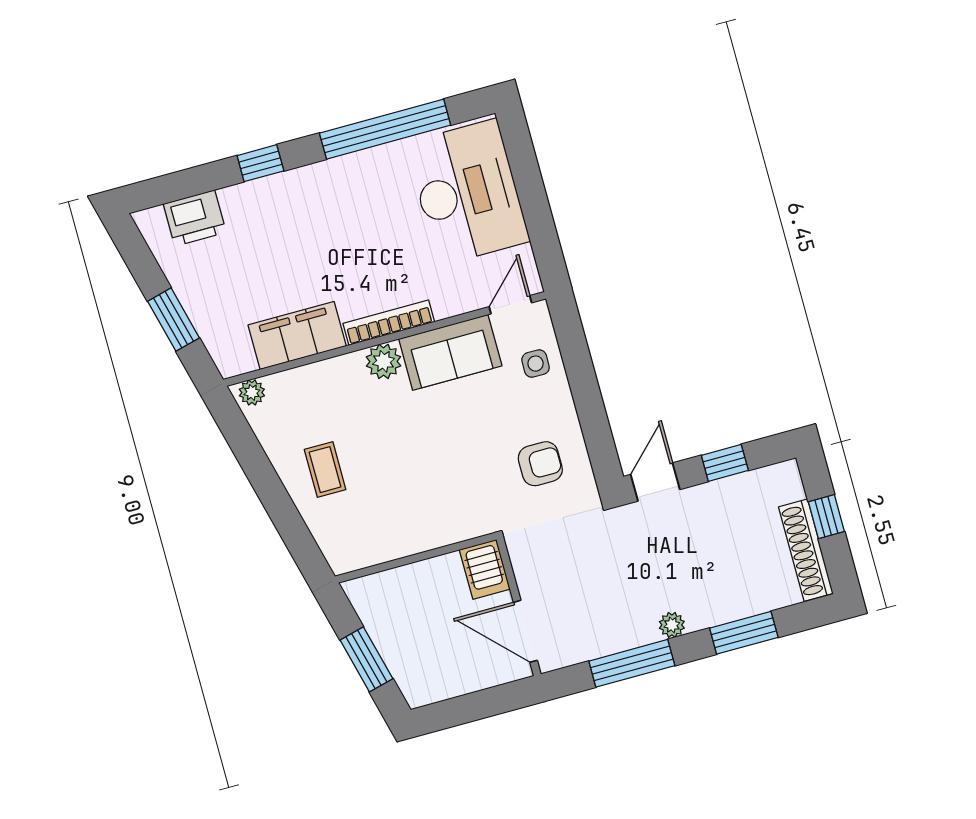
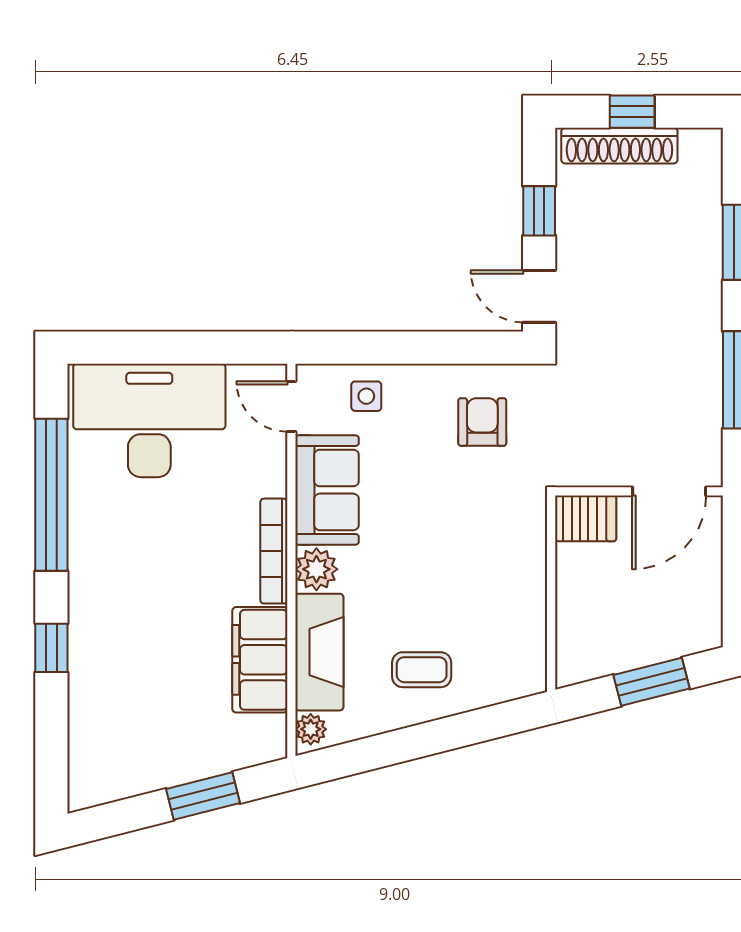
printer: (195, 218) -> (94, 740), removed
fireplace: (317, 382) -> (319, 652), added
shoe rack: (806, 550) -> (619, 146), moved
plant: (672, 625) -> (708, 322), removed

